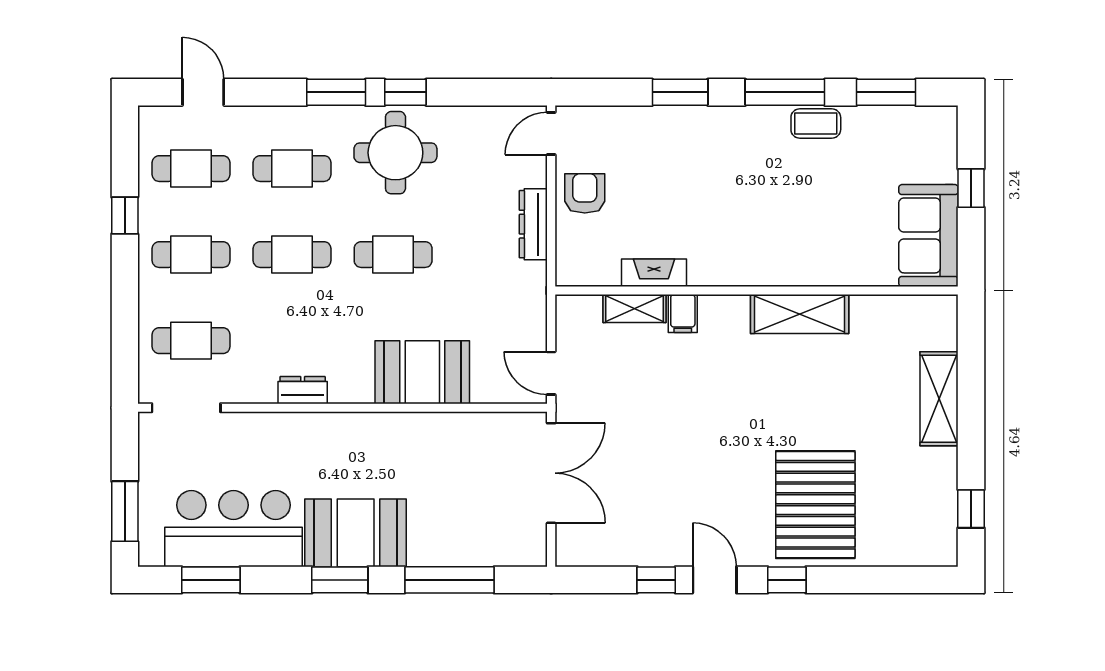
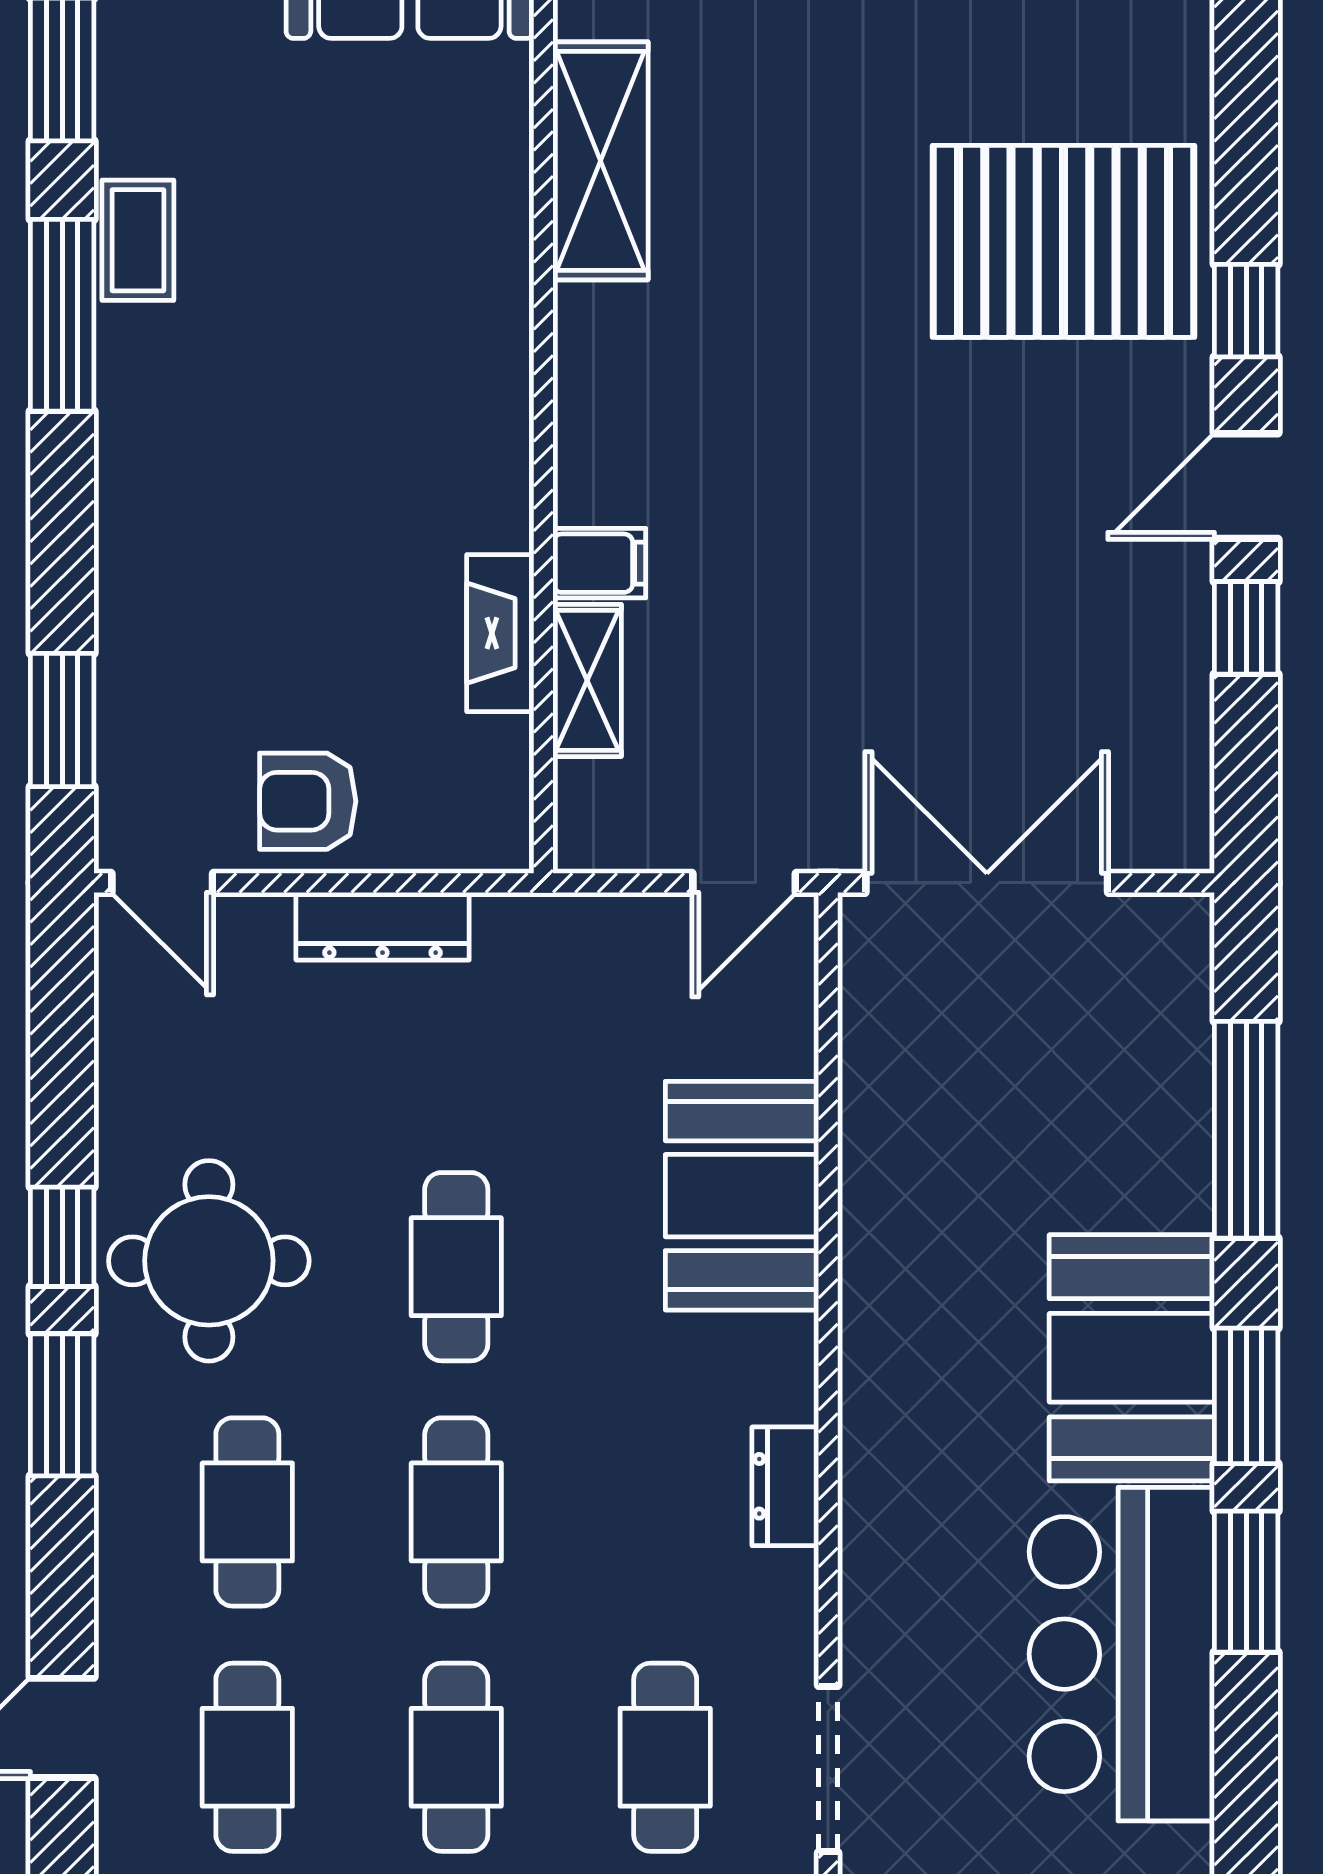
window: (680, 92) -> (62, 720), moved
shelving: (800, 314) -> (600, 161), moved
window: (211, 580) -> (1246, 1582), moved

